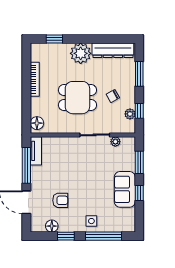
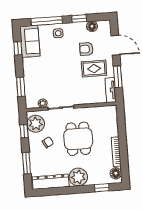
dining table: (77, 98) -> (78, 139), turned 90
plant: (130, 114) -> (36, 124), width x1.88, depth x1.88
floor lamp: (37, 123) -> (116, 173), moved
window: (26, 165) -> (118, 77), width x0.69
rug: (53, 177) -> (94, 69), added
sofa: (125, 189) -> (30, 41), moved
window: (139, 193) -> (18, 48), moved

